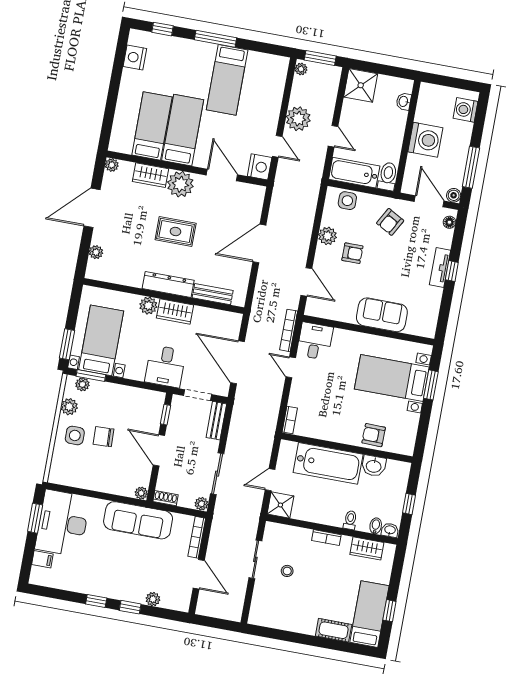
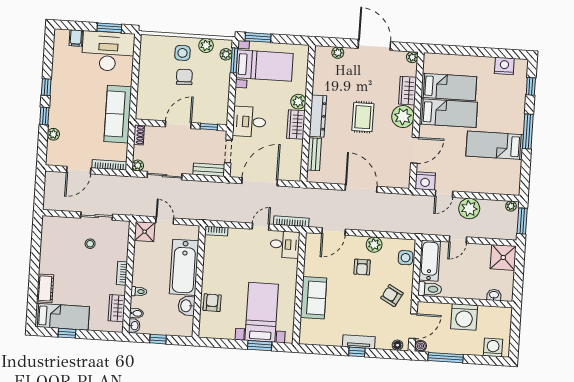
plant: (141, 493) -> (141, 114), removed

